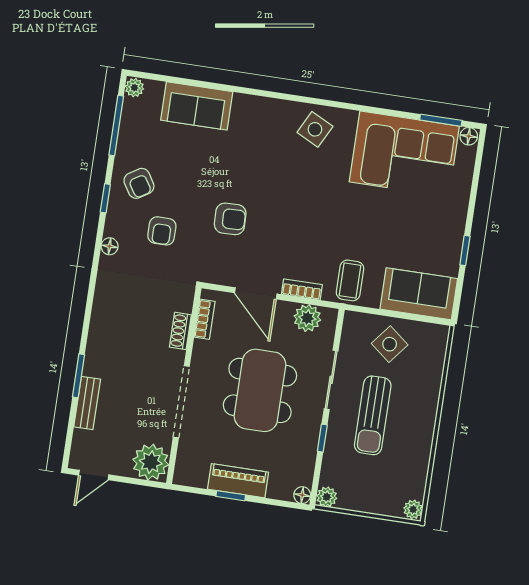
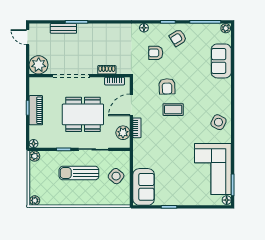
coffee table: (350, 280) -> (173, 110), moved

